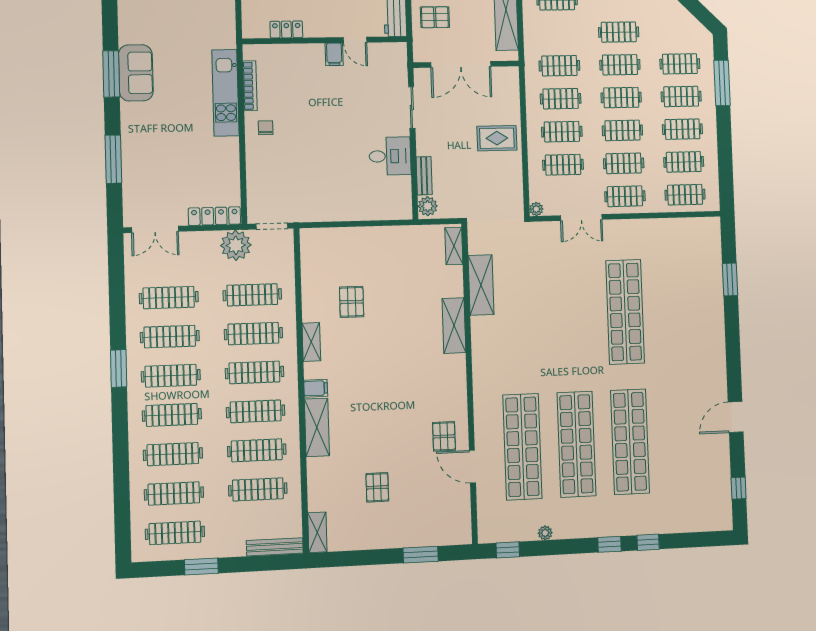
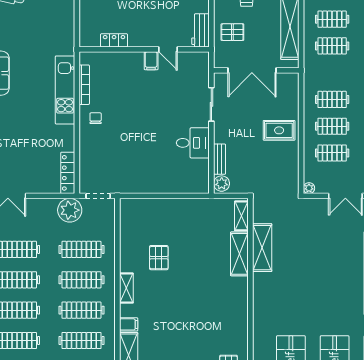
clothes rail: (559, 66) -> (332, 46), moved
locker: (214, 216) -> (68, 173), moved, turned -90
shelving: (454, 326) -> (239, 254), moved

